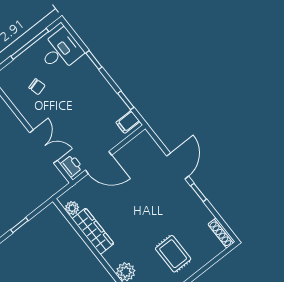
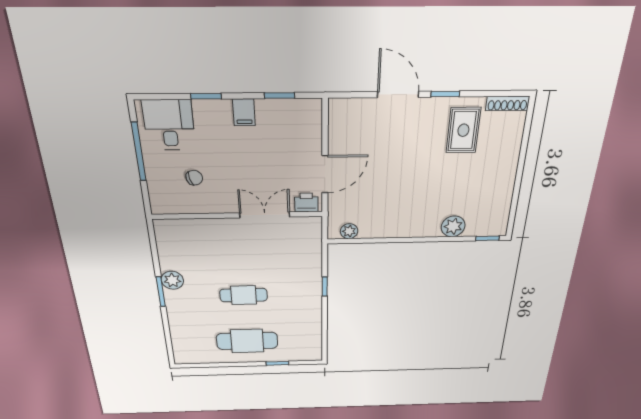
filing cabinet: (128, 122) -> (244, 112), moved
wardrobe: (93, 231) -> (388, 228), removed
rug: (173, 254) -> (463, 130), moved, turned 90

